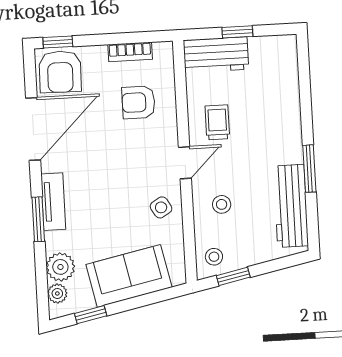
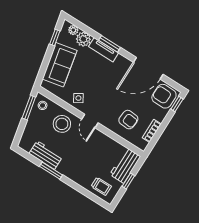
armchair: (139, 102) -> (128, 120), turned 95
trolley: (217, 122) -> (101, 186), moved
door: (33, 129) -> (148, 68), hinge flipped
tv unit: (53, 202) -> (104, 50), moved
stool: (222, 204) -> (62, 124), width x1.89, depth x1.89
workbench: (291, 206) -> (46, 155), width x0.73
window: (233, 276) -> (29, 108), width x1.50

